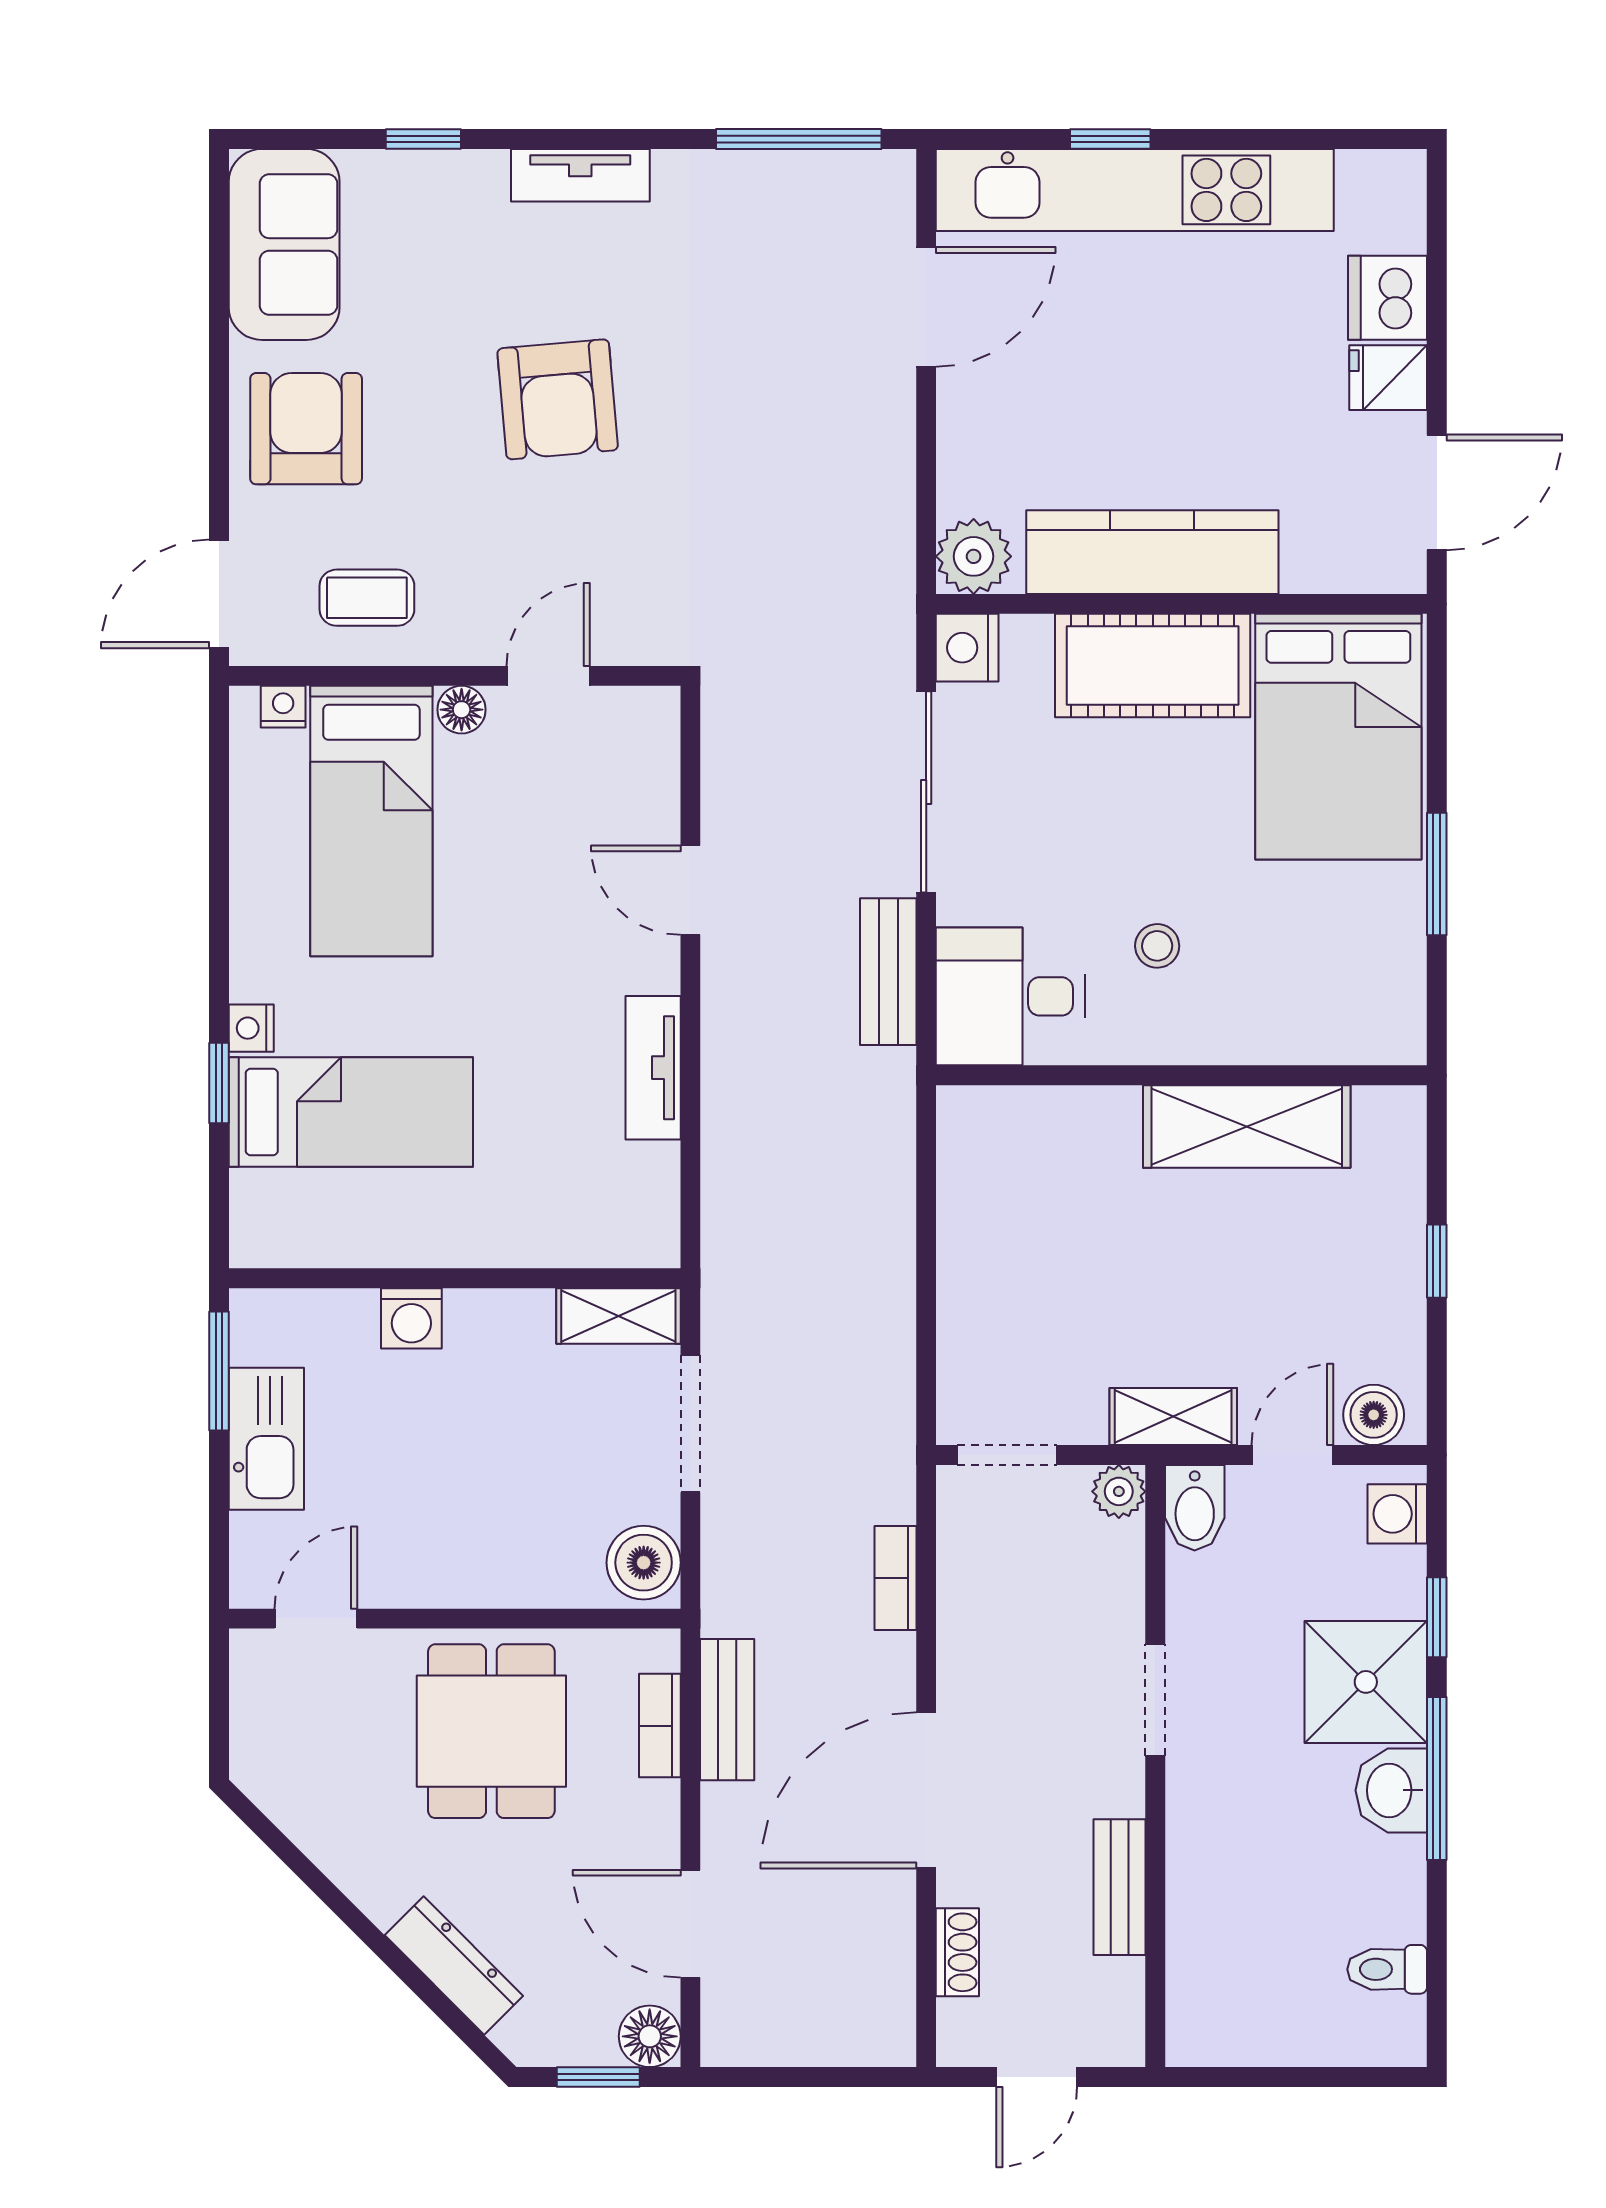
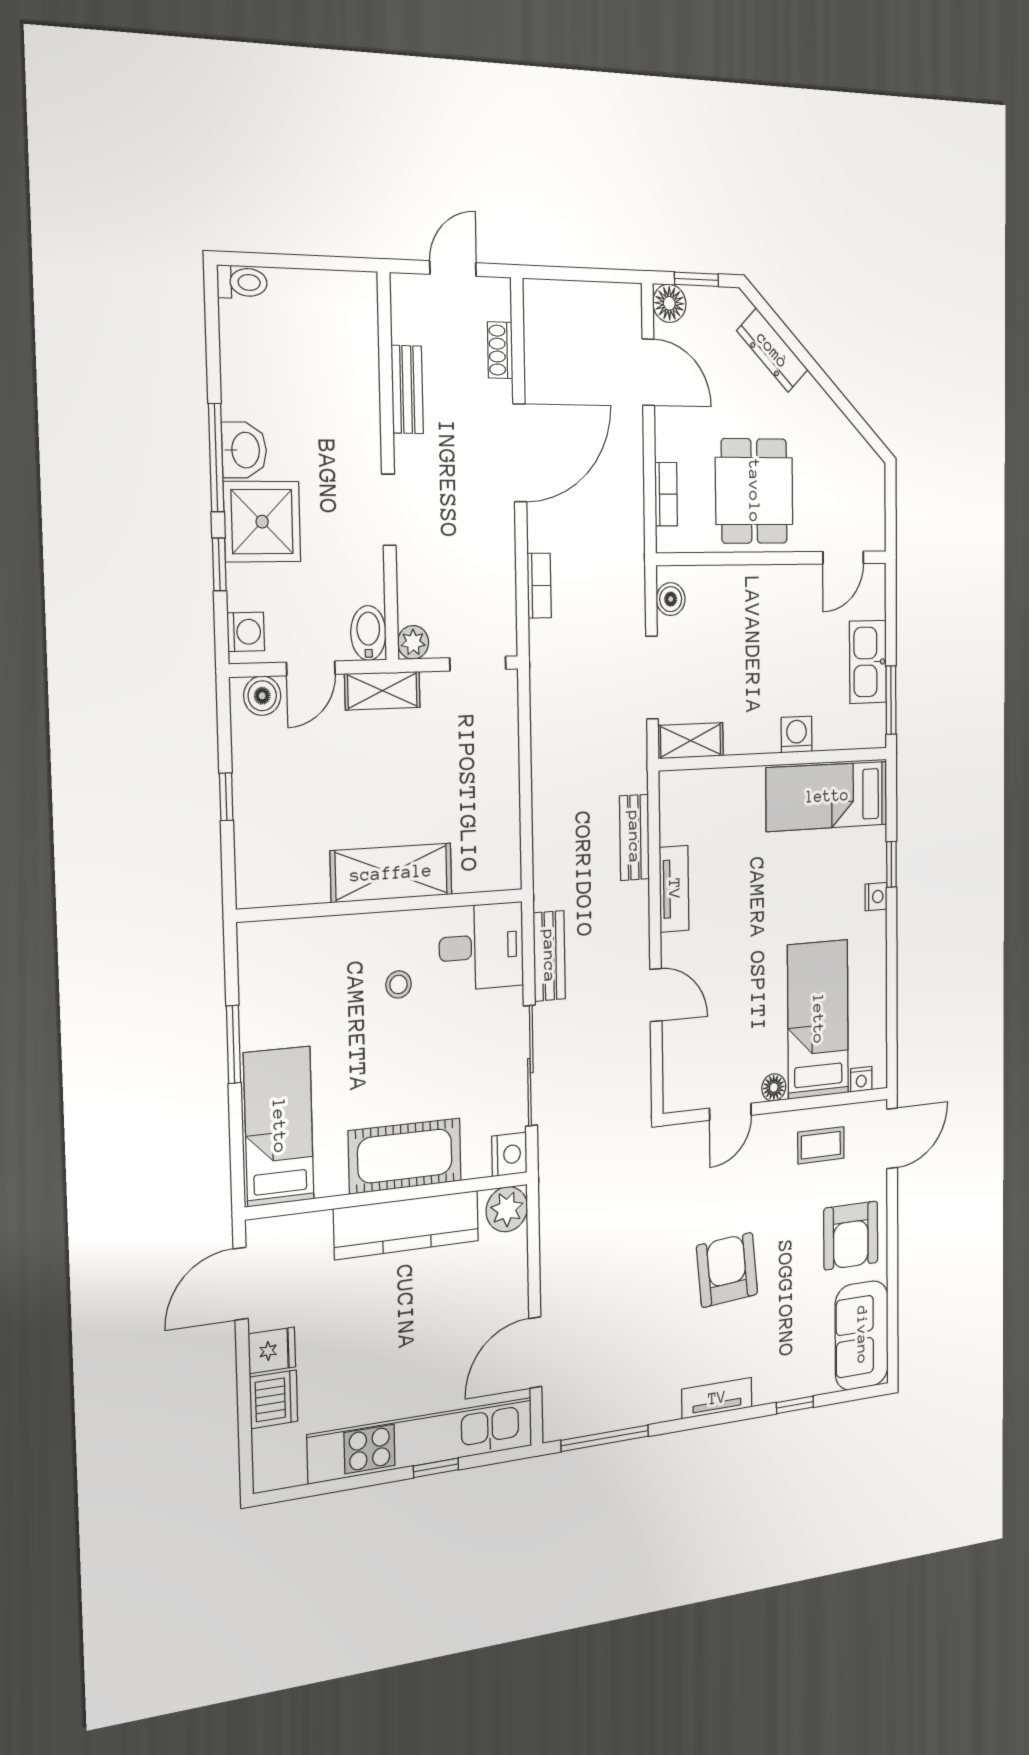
bed: (1338, 737) -> (279, 1126), width x0.67
bed: (351, 1112) -> (827, 796), moved
shelving: (1247, 1127) -> (391, 873), moved
boiler: (644, 1563) -> (671, 599), width x0.73, depth x0.73
bench: (727, 1710) -> (634, 837), moved
toilet: (1387, 1969) -> (242, 282), moved

